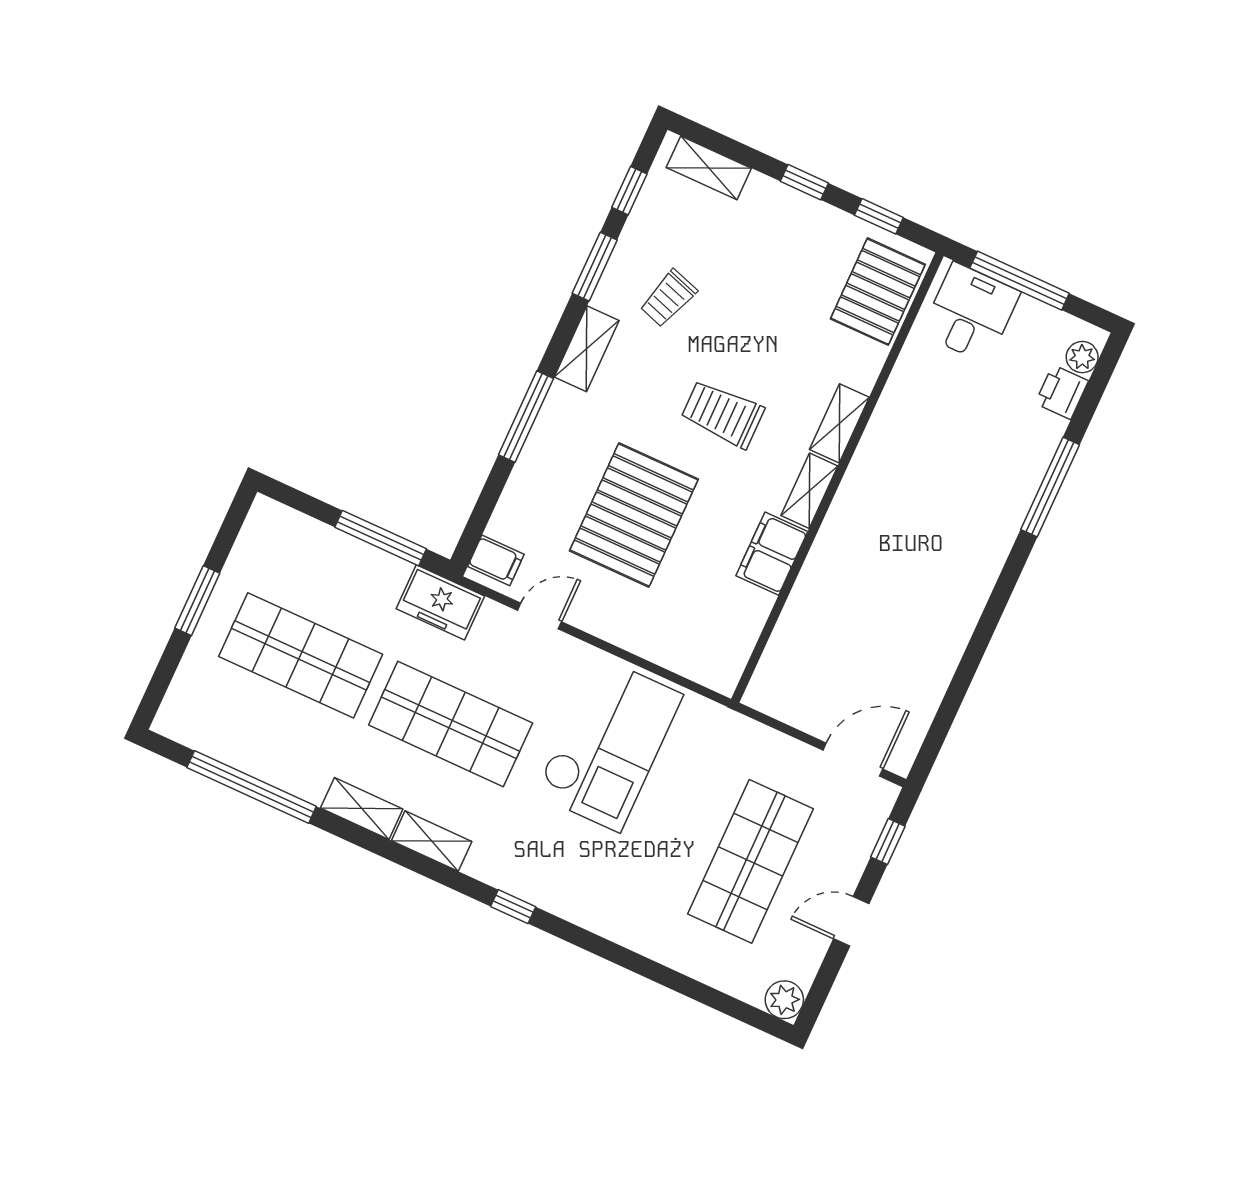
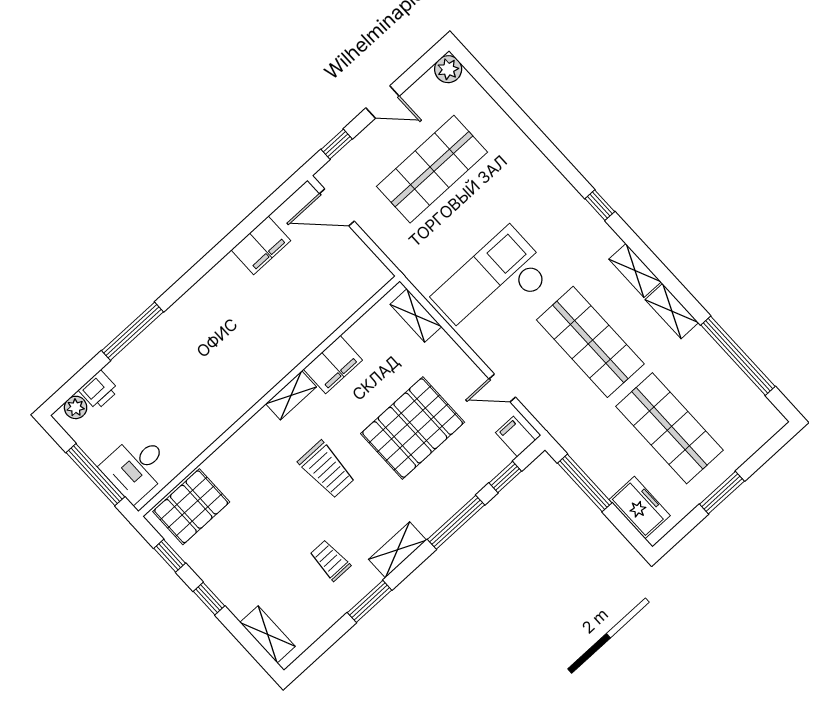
window: (629, 191) -> (505, 477), moved
trolley: (668, 298) -> (330, 560), turned -108
shelving: (839, 423) -> (416, 315), moved, turned 90
freezer: (440, 602) -> (640, 508), moved
filing cabinet: (931, 669) -> (261, 245), added

